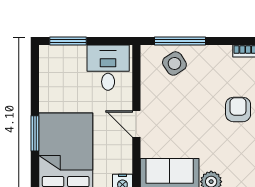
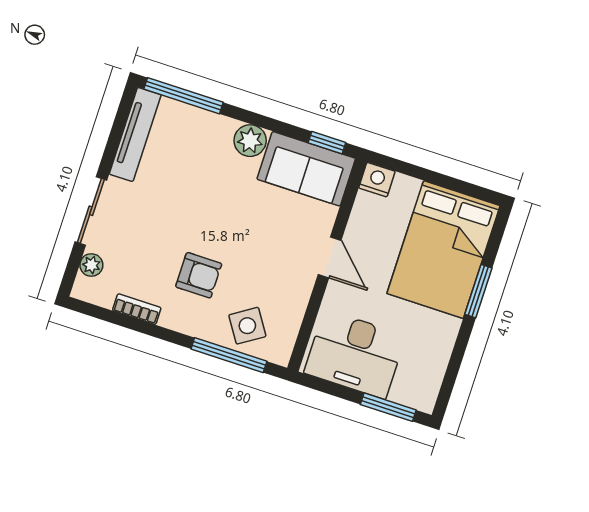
desk: (108, 68) -> (355, 354), width x1.37
armchair: (238, 109) -> (199, 275), moved, turned -90

